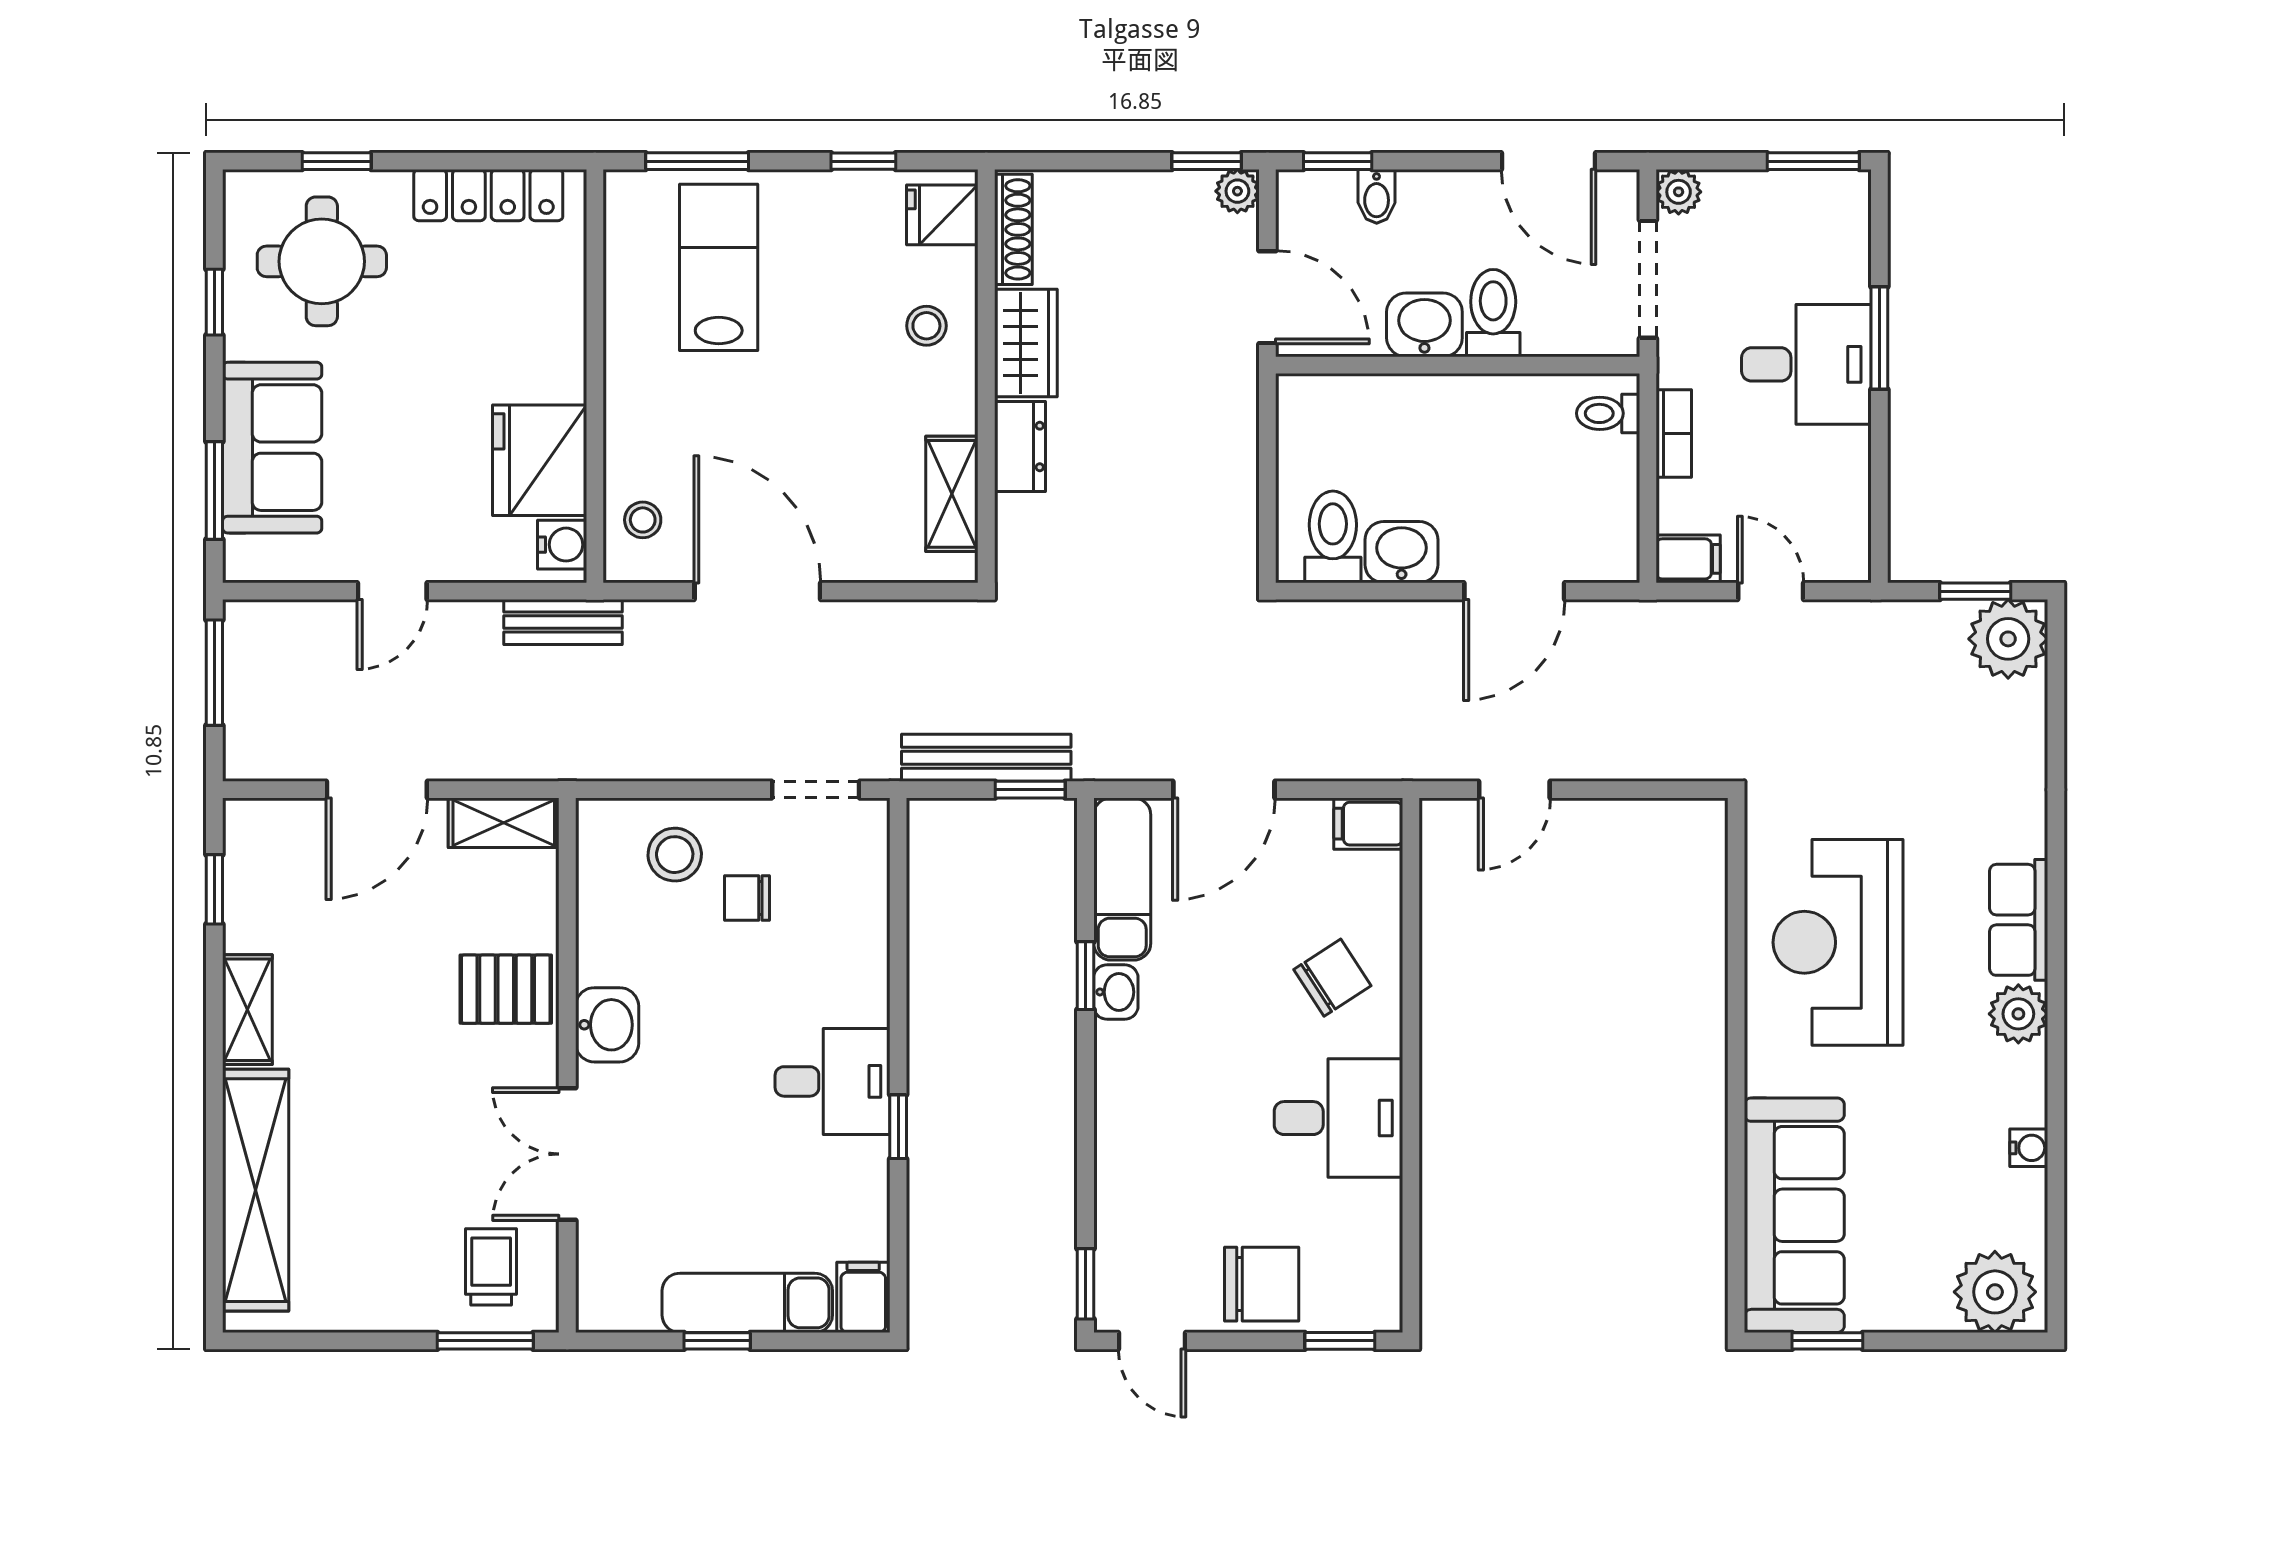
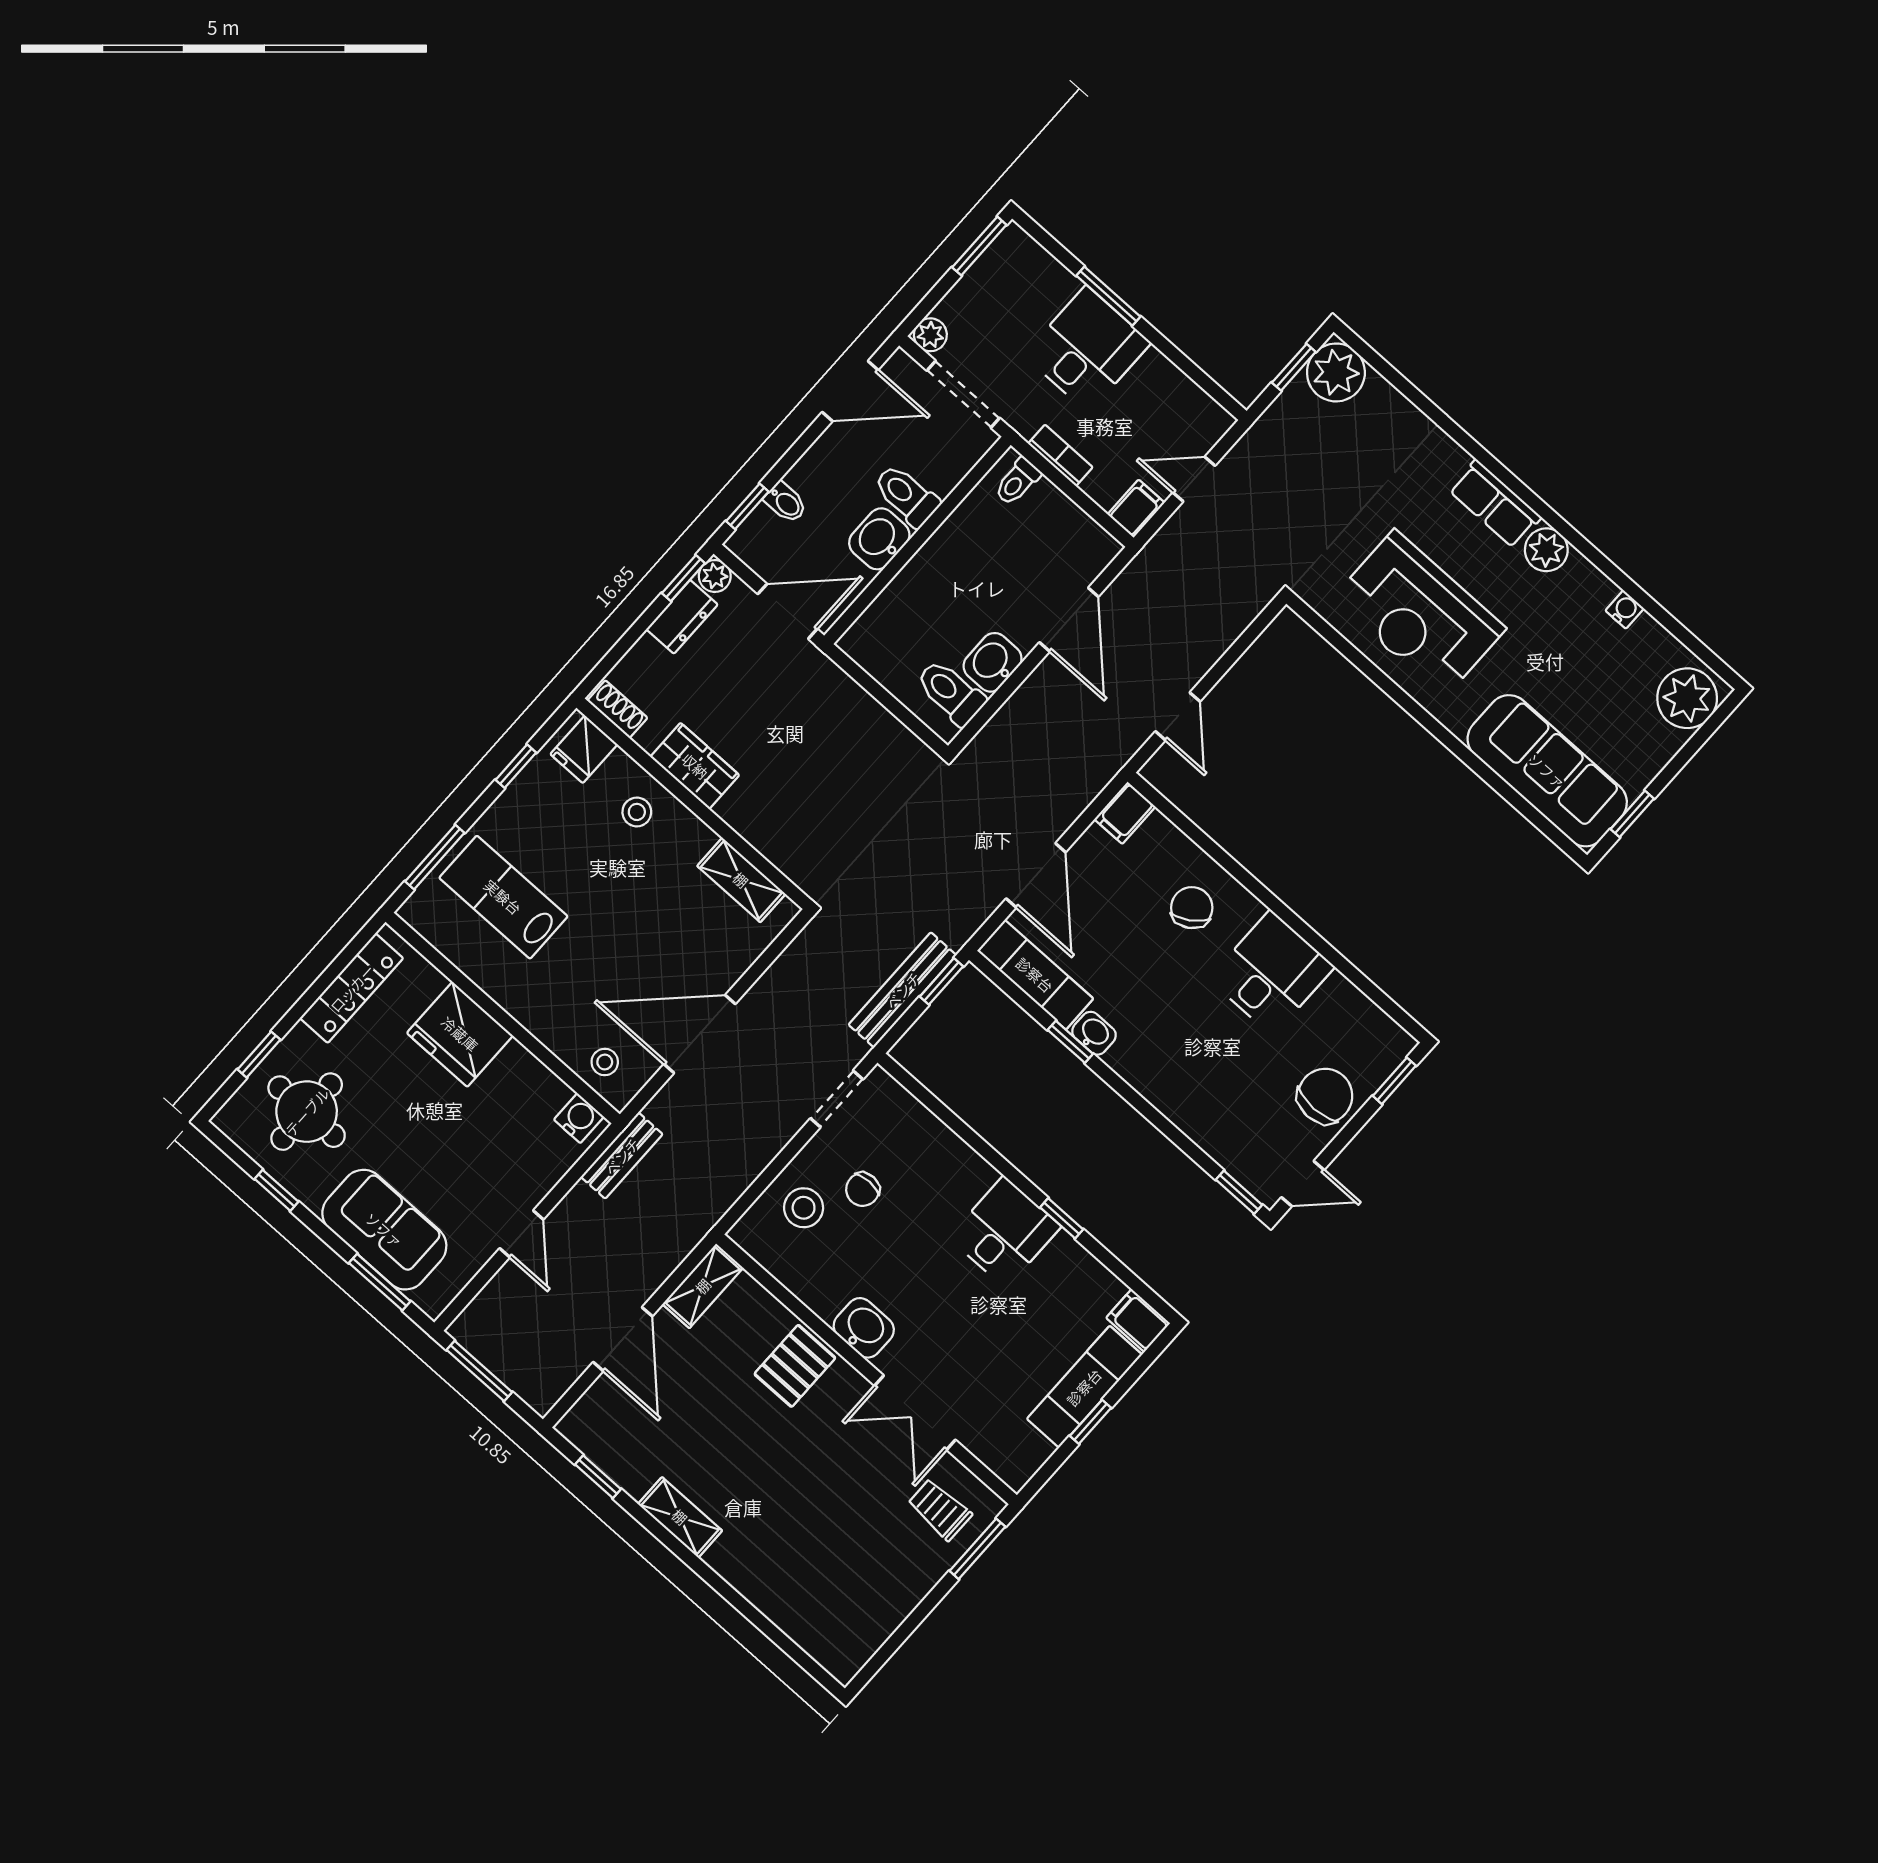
shoe rack: (1013, 229) -> (617, 709), width x0.70
dresser: (1020, 446) -> (682, 617), moved, turned 90
fridge: (540, 460) -> (460, 1034), moved
shelving: (256, 1190) -> (783, 1601), removed

